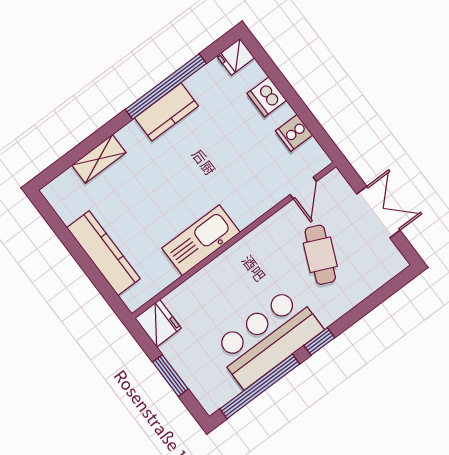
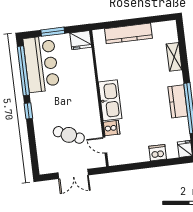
cooker: (294, 133) -> (112, 128), moved, turned 90
kitchen sink: (201, 240) -> (110, 100), moved
bar counter: (268, 338) -> (41, 64), moved

